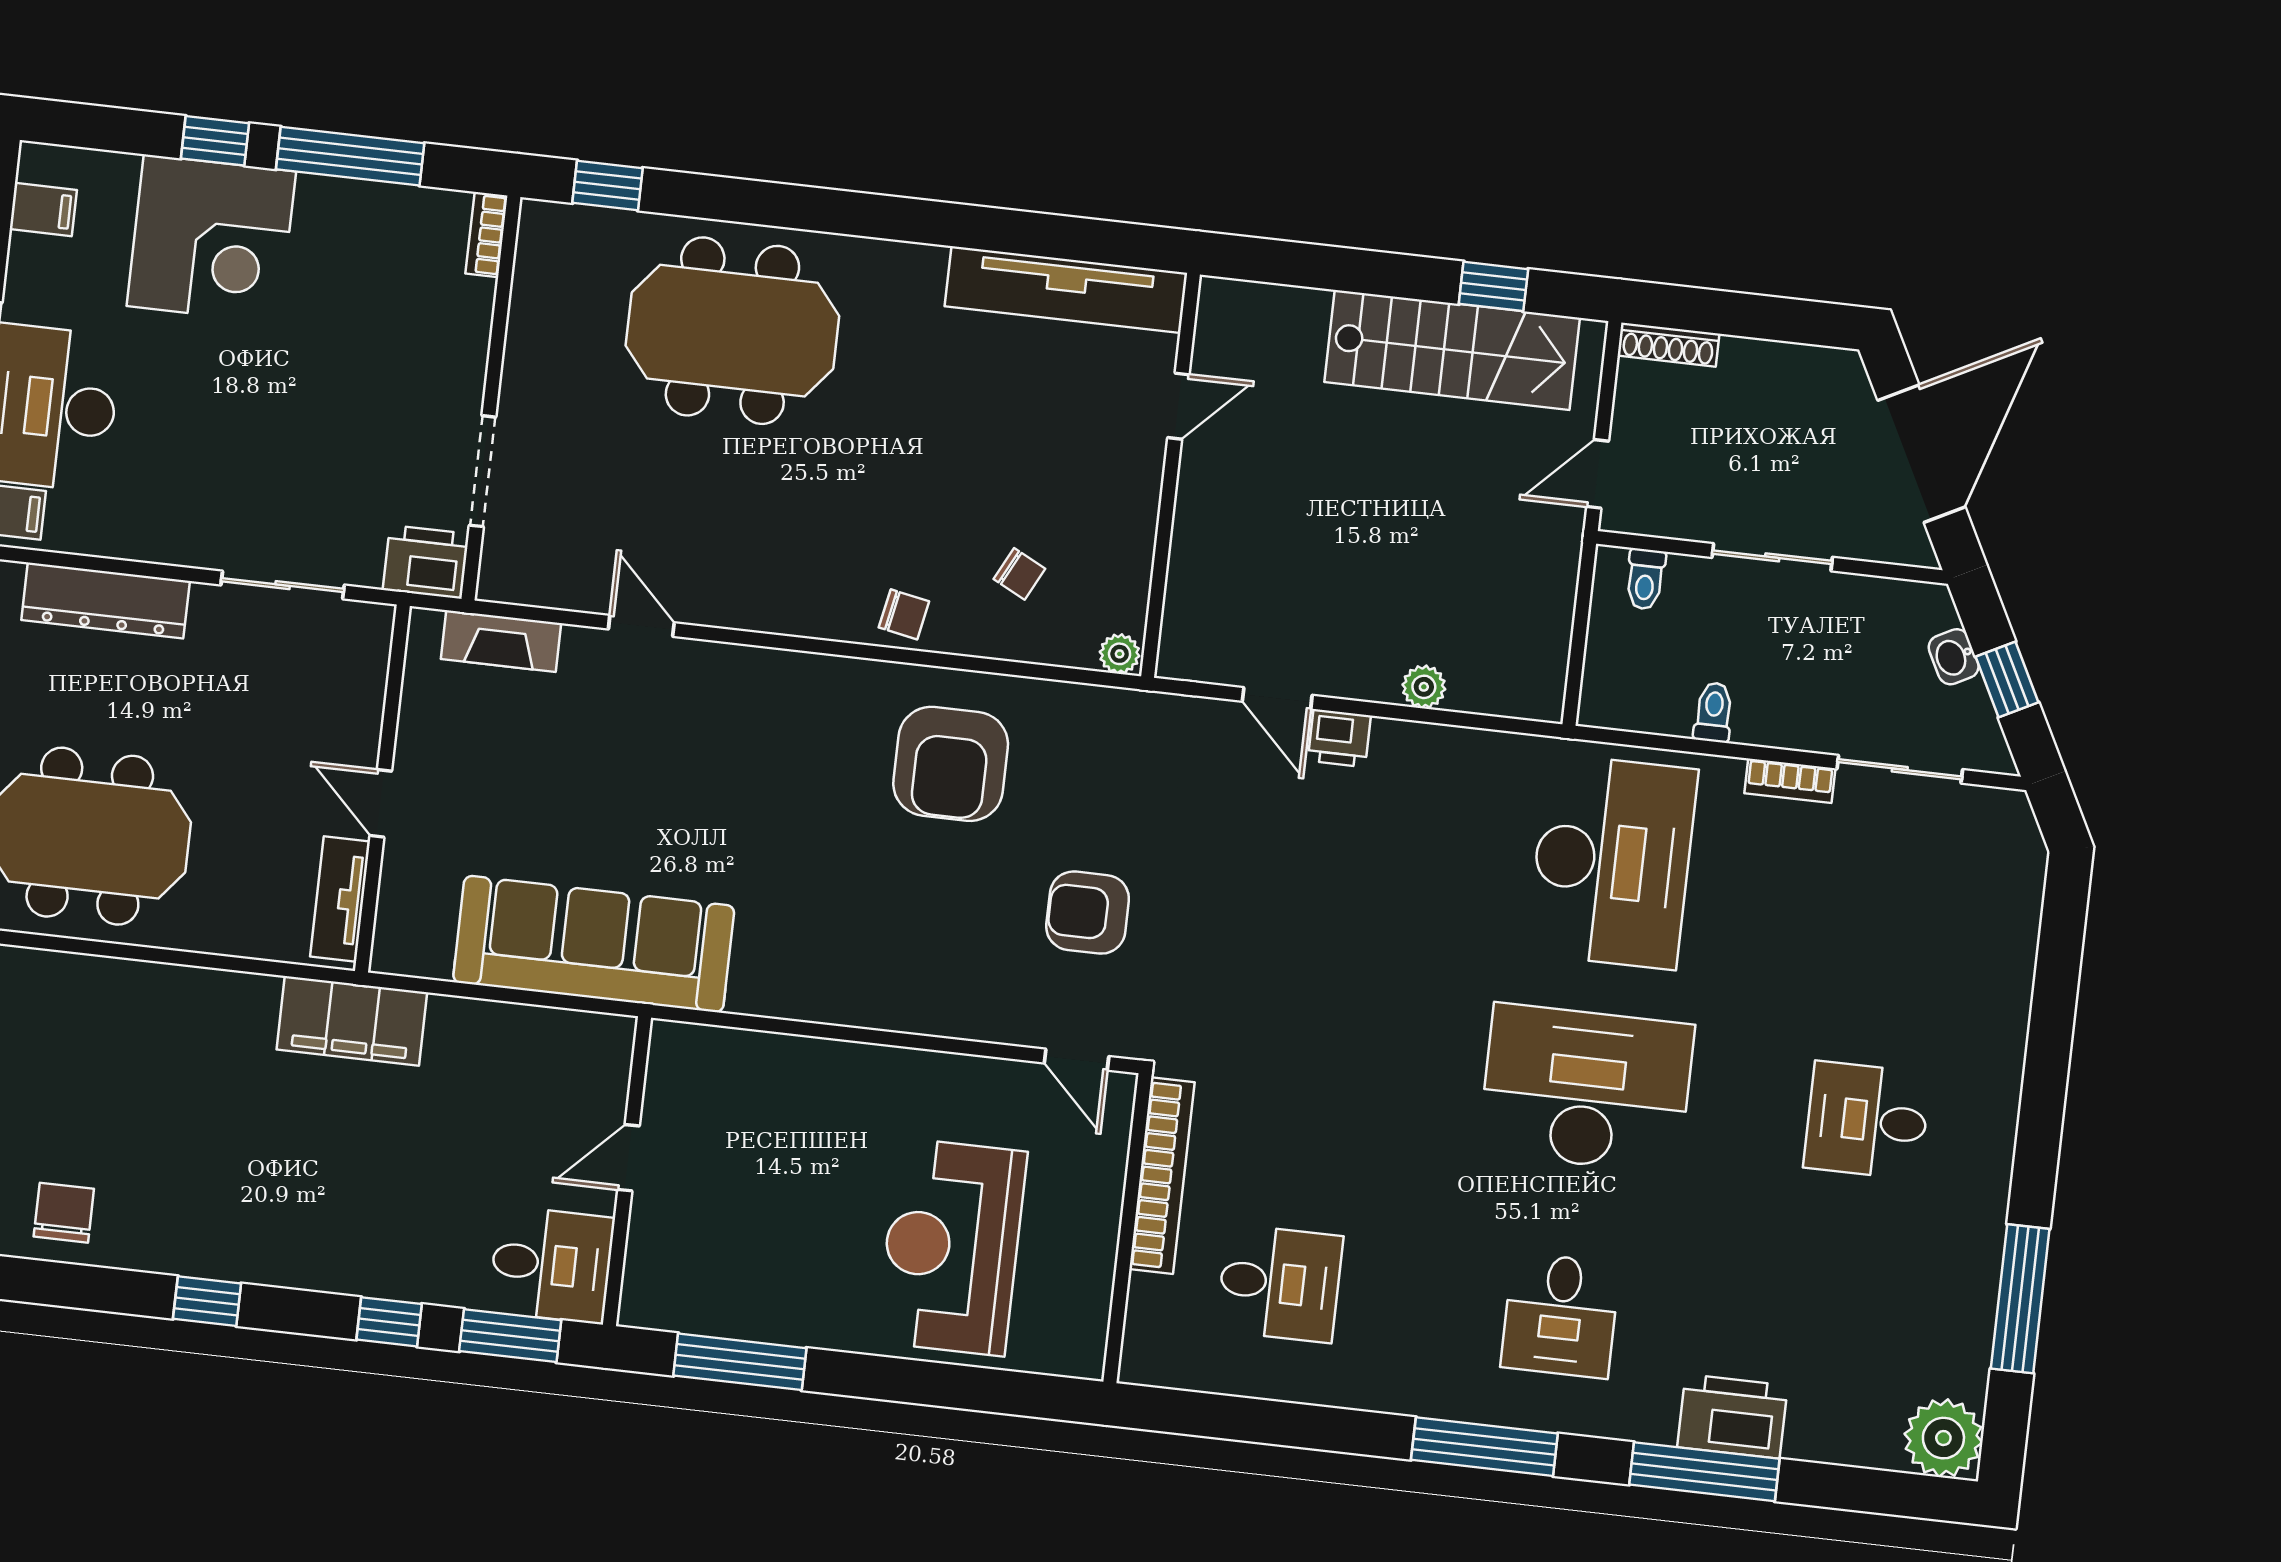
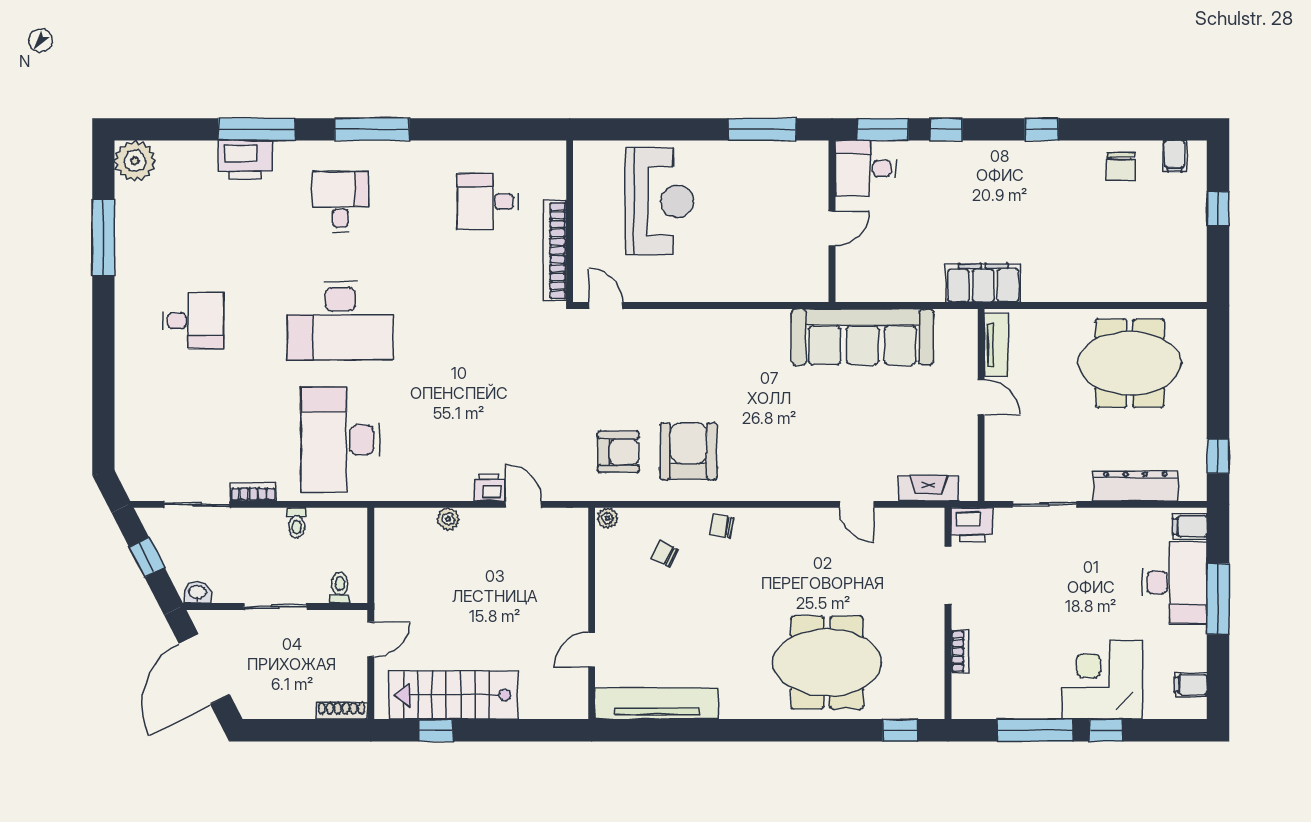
bookcase: (487, 235) -> (960, 651), moved
washbasin: (1954, 657) -> (197, 592), moved, turned -63
armchair: (1088, 913) -> (618, 452), moved

